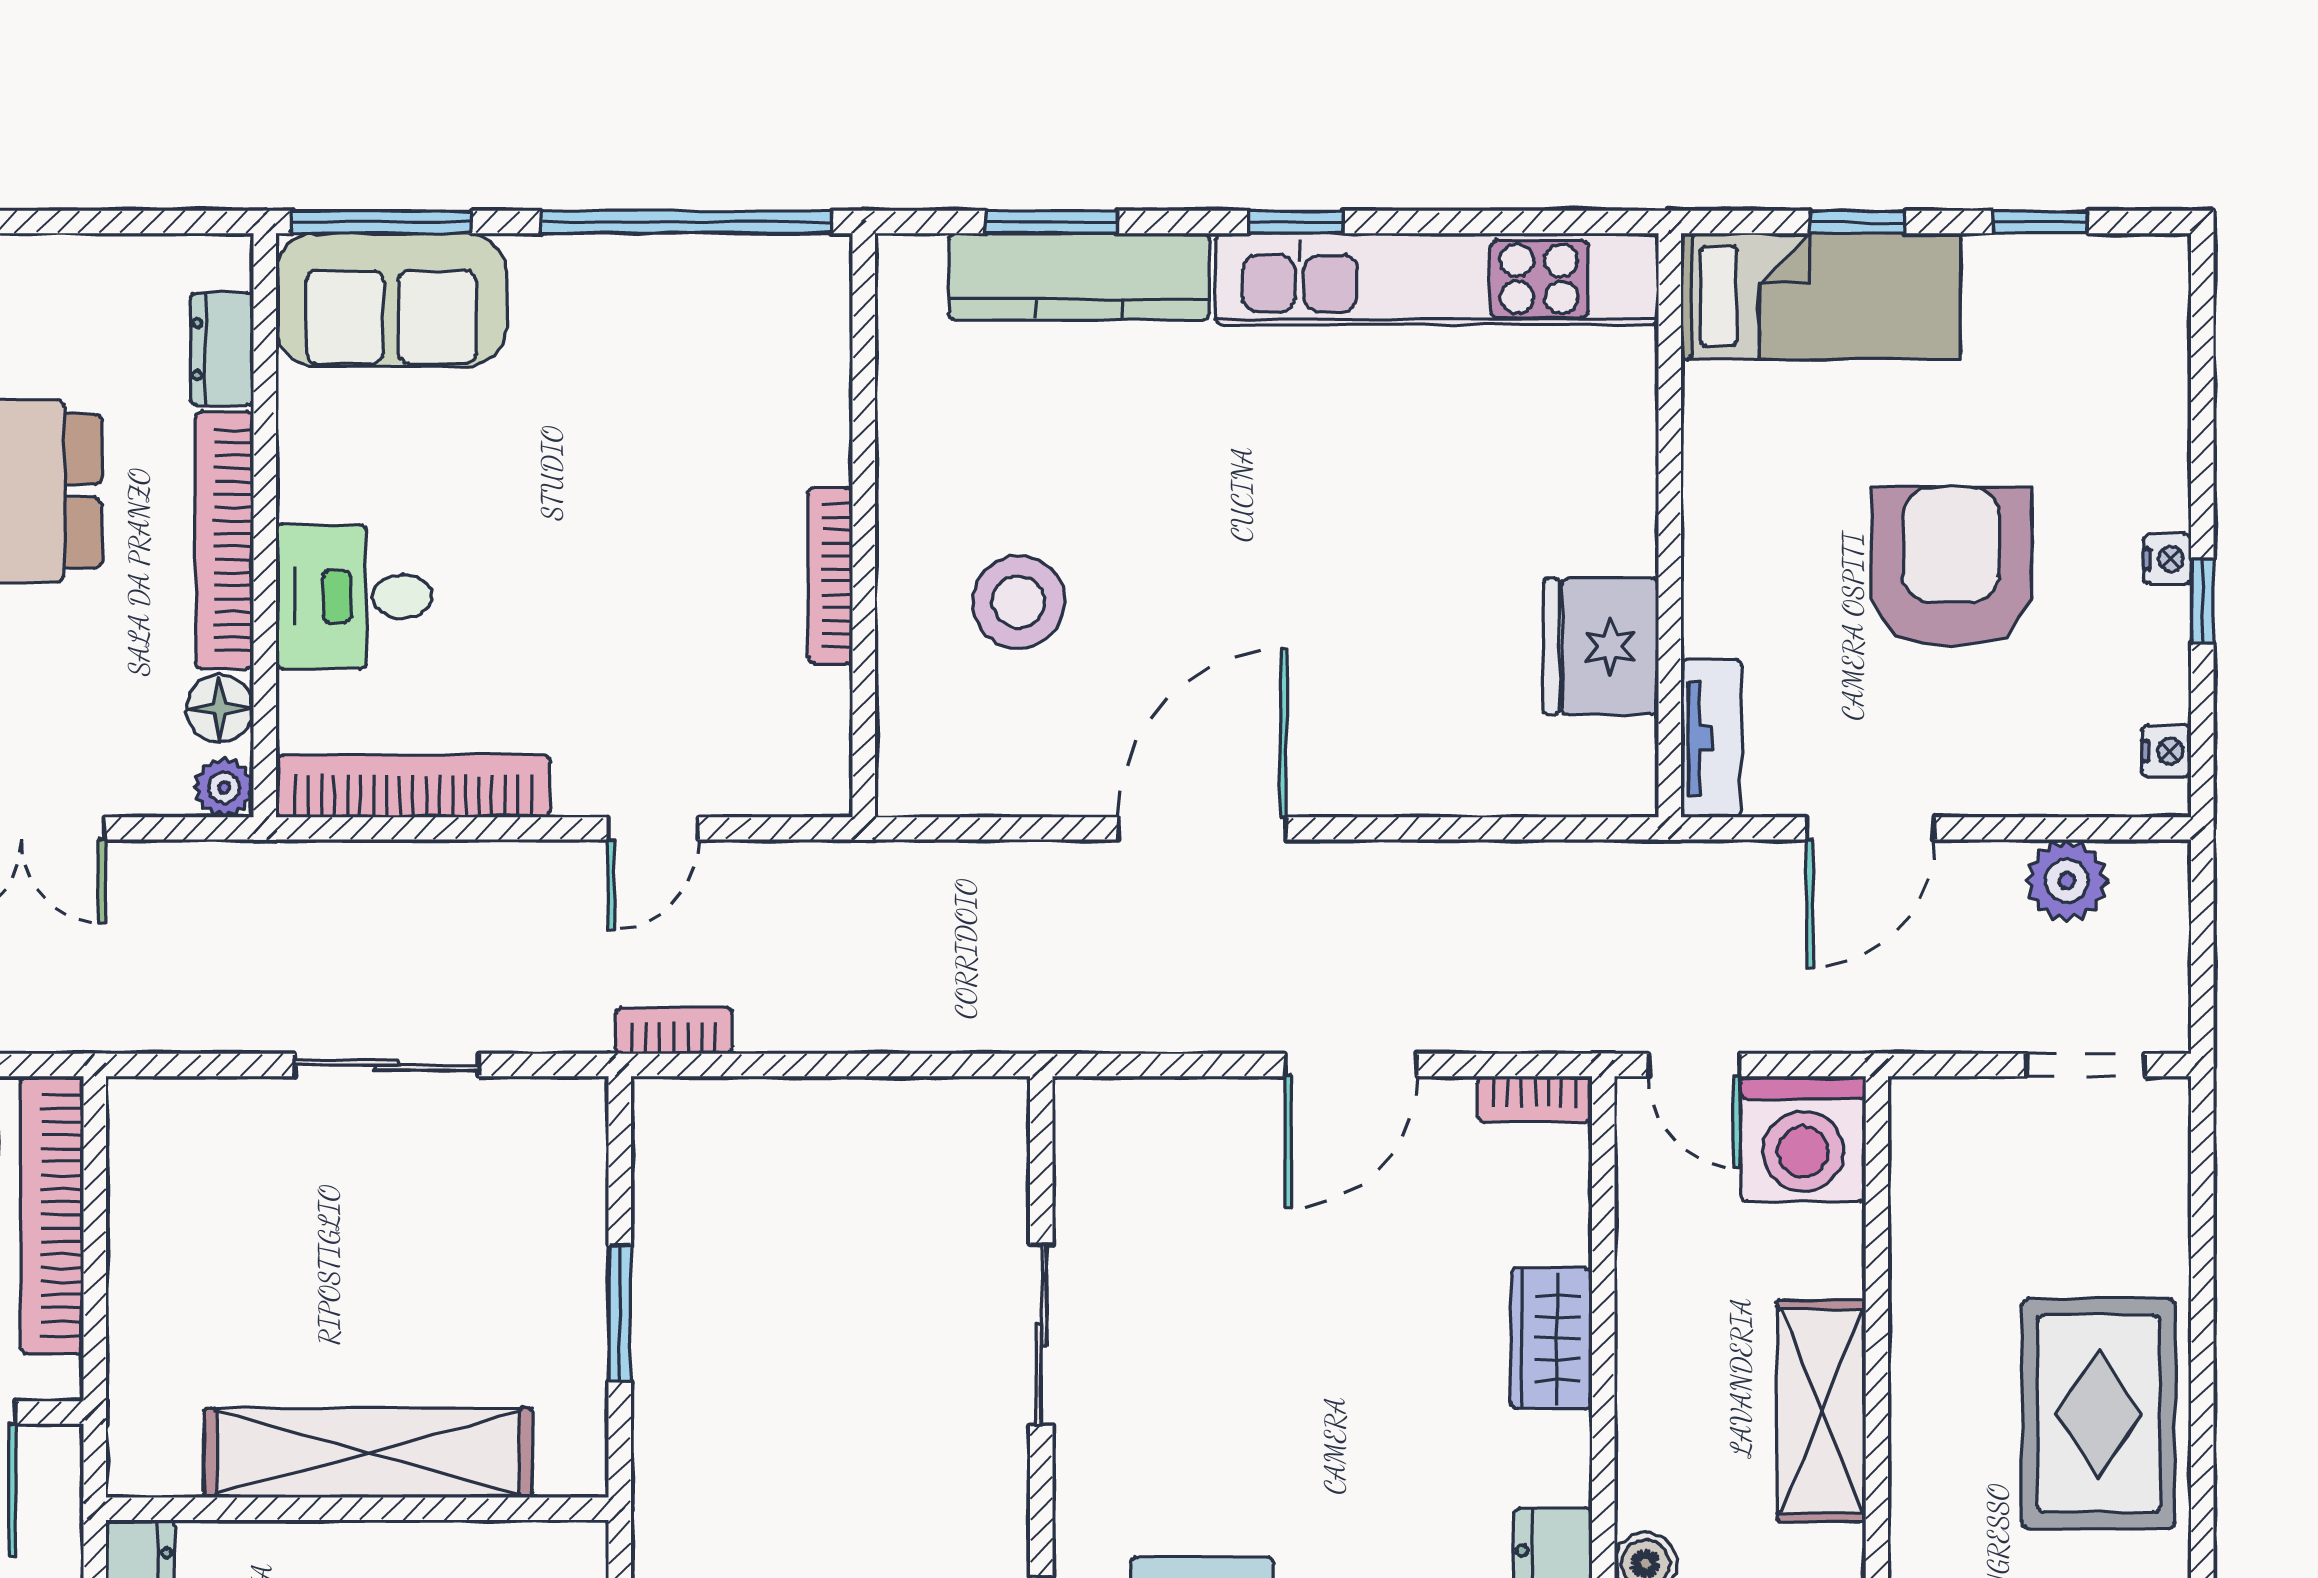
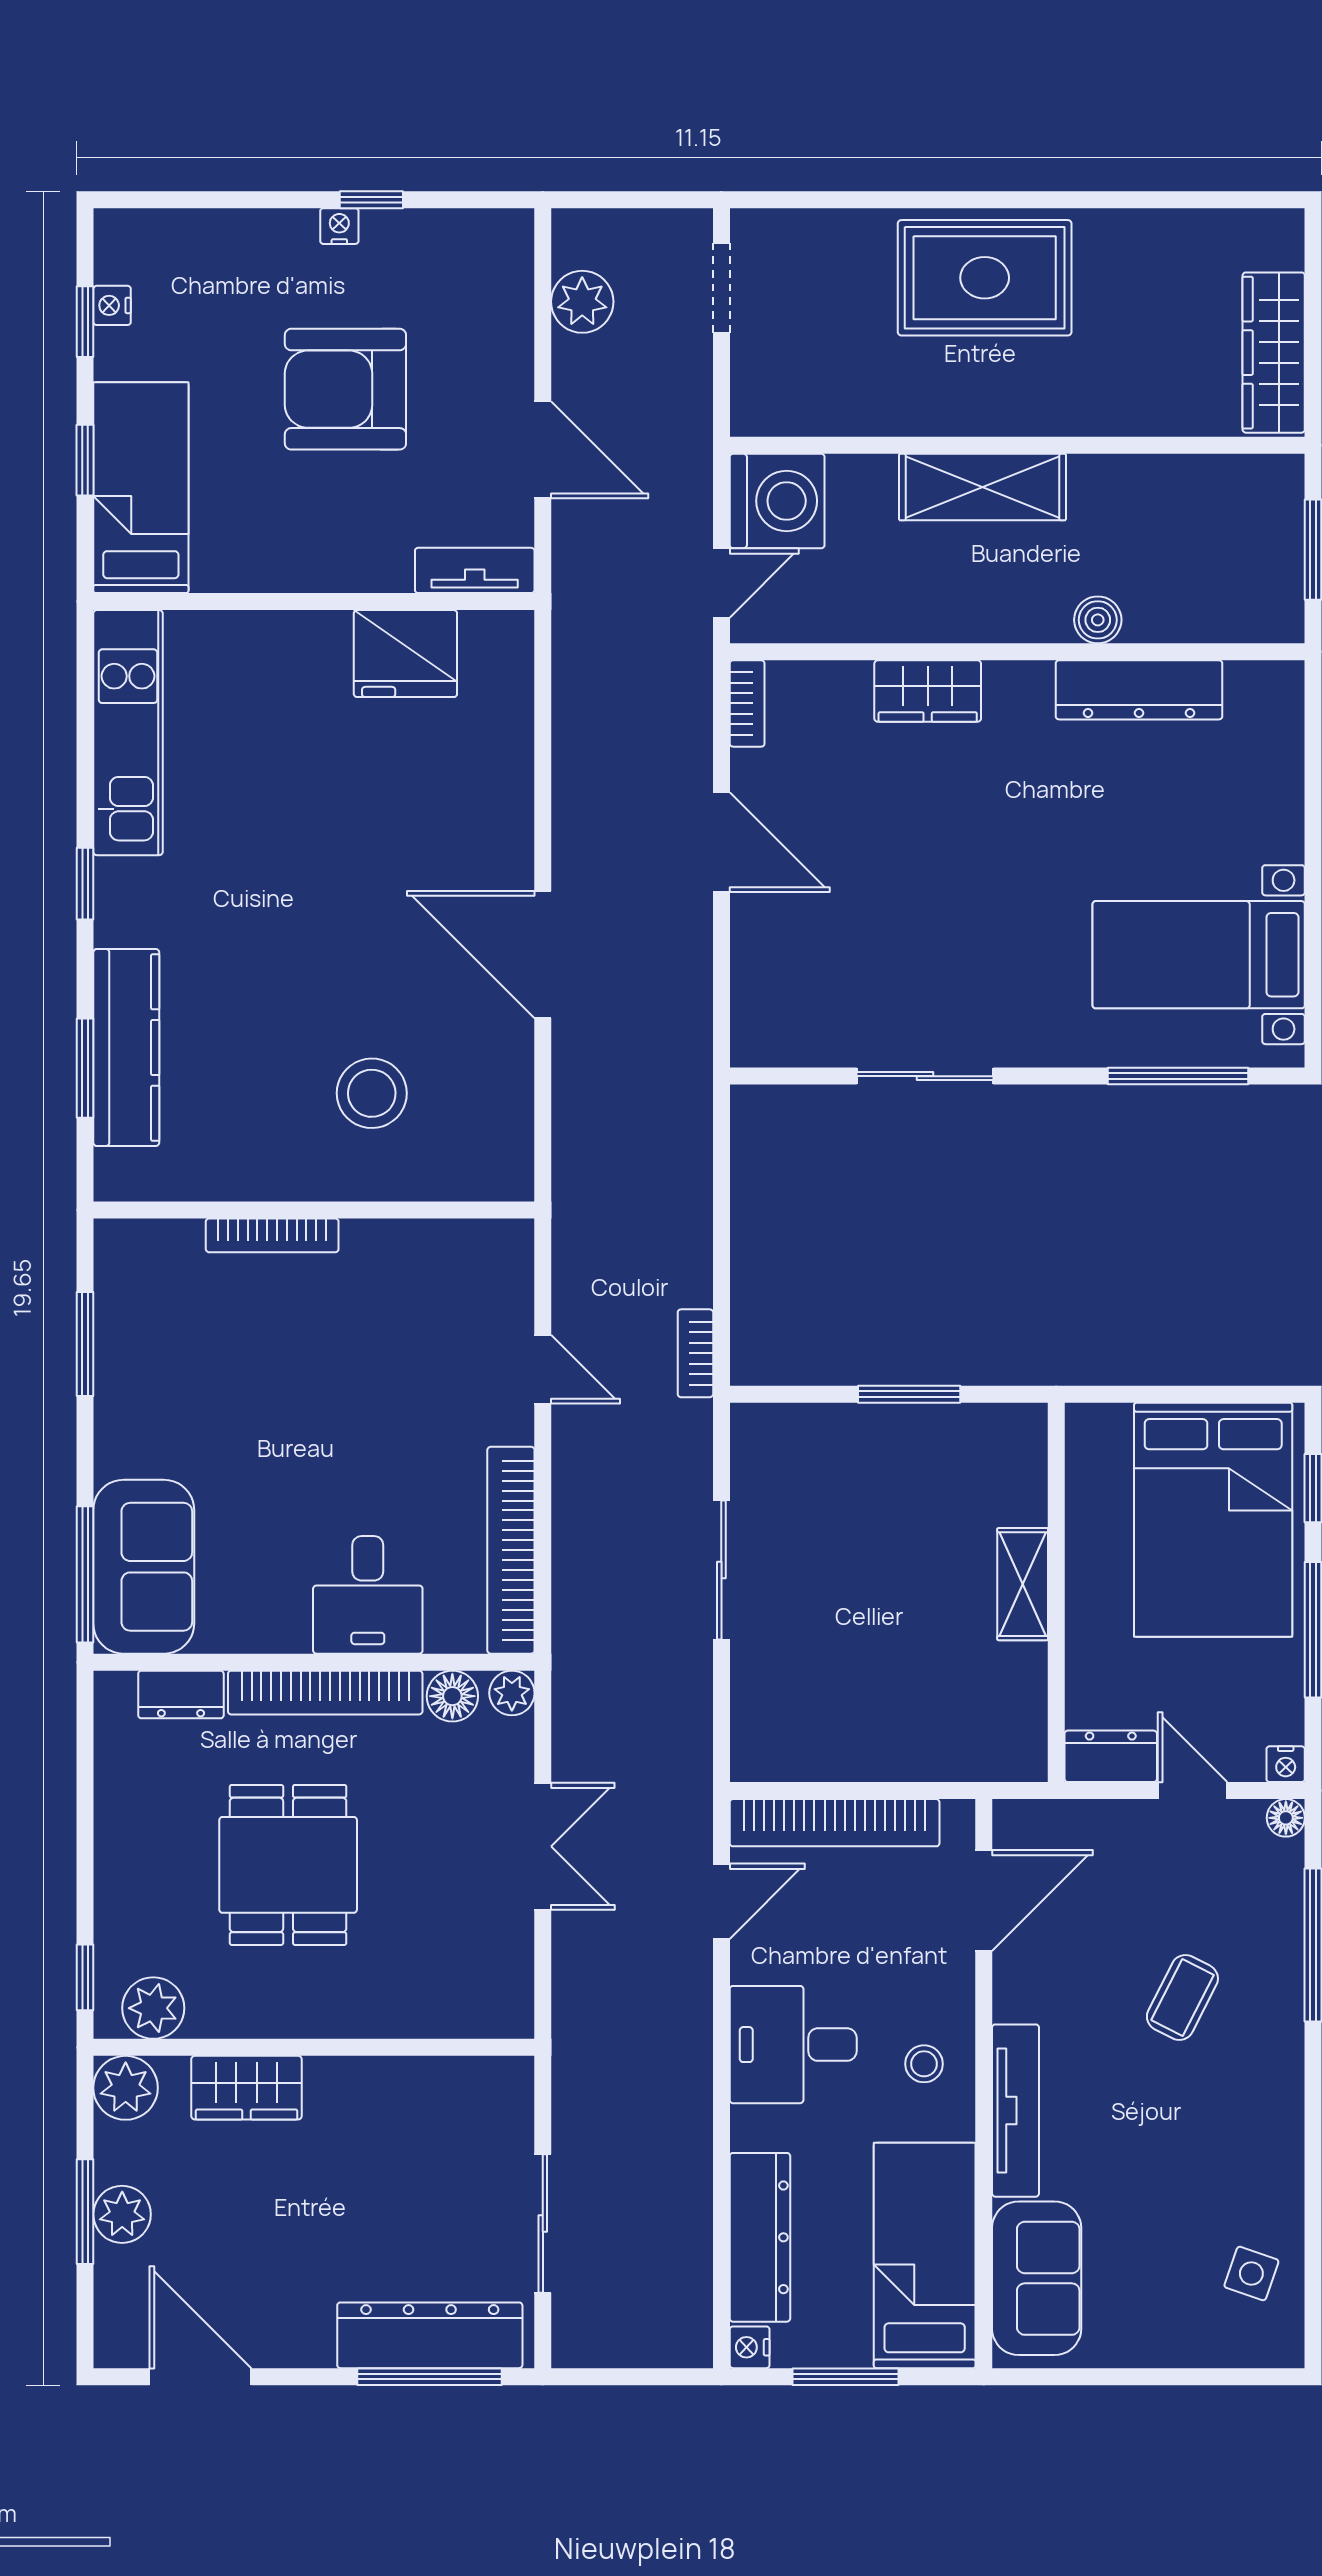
window: (686, 222) -> (85, 1344), width x0.47
kitchen unit: (1437, 279) -> (128, 733), width x0.73
bookcase: (830, 575) -> (272, 1235), moved
nightstand: (2166, 751) -> (112, 305), moved, turned -90
shelving: (368, 1453) -> (1023, 1584), width x0.45, depth x0.75

